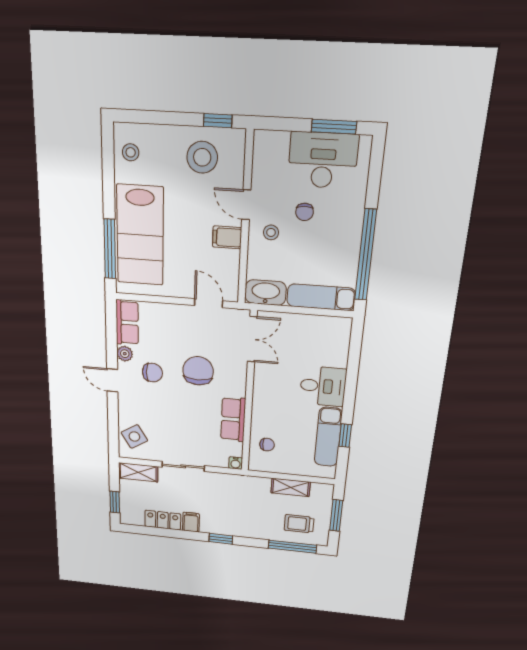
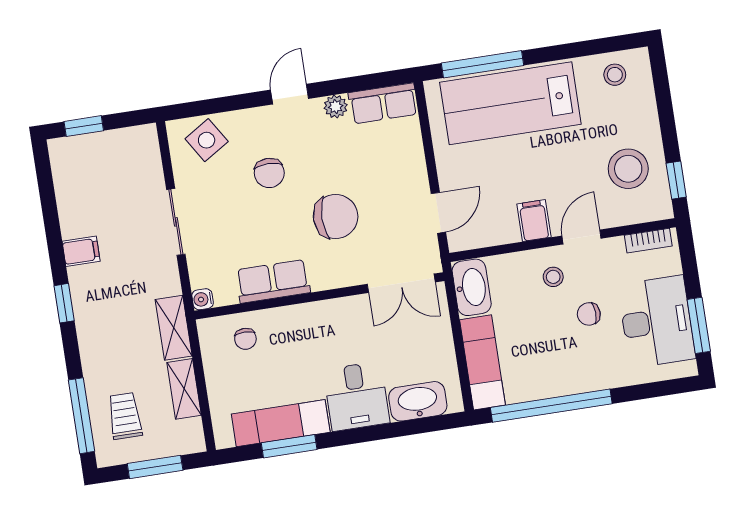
bookcase: (259, 153) -> (648, 241), added
washbasin: (337, 347) -> (418, 401), added
chair: (152, 373) -> (269, 173), moved
window: (345, 436) -> (289, 446), width x1.50
shelving: (138, 472) -> (174, 328), moved
locker: (163, 520) -> (72, 207), removed

